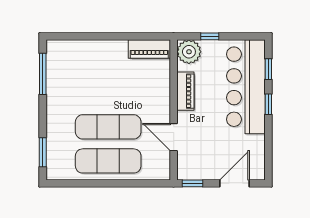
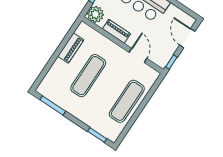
piano: (149, 49) -> (71, 48), moved
exercise mat: (108, 127) -> (88, 76), moved
door: (174, 137) -> (138, 55), swing flipped

